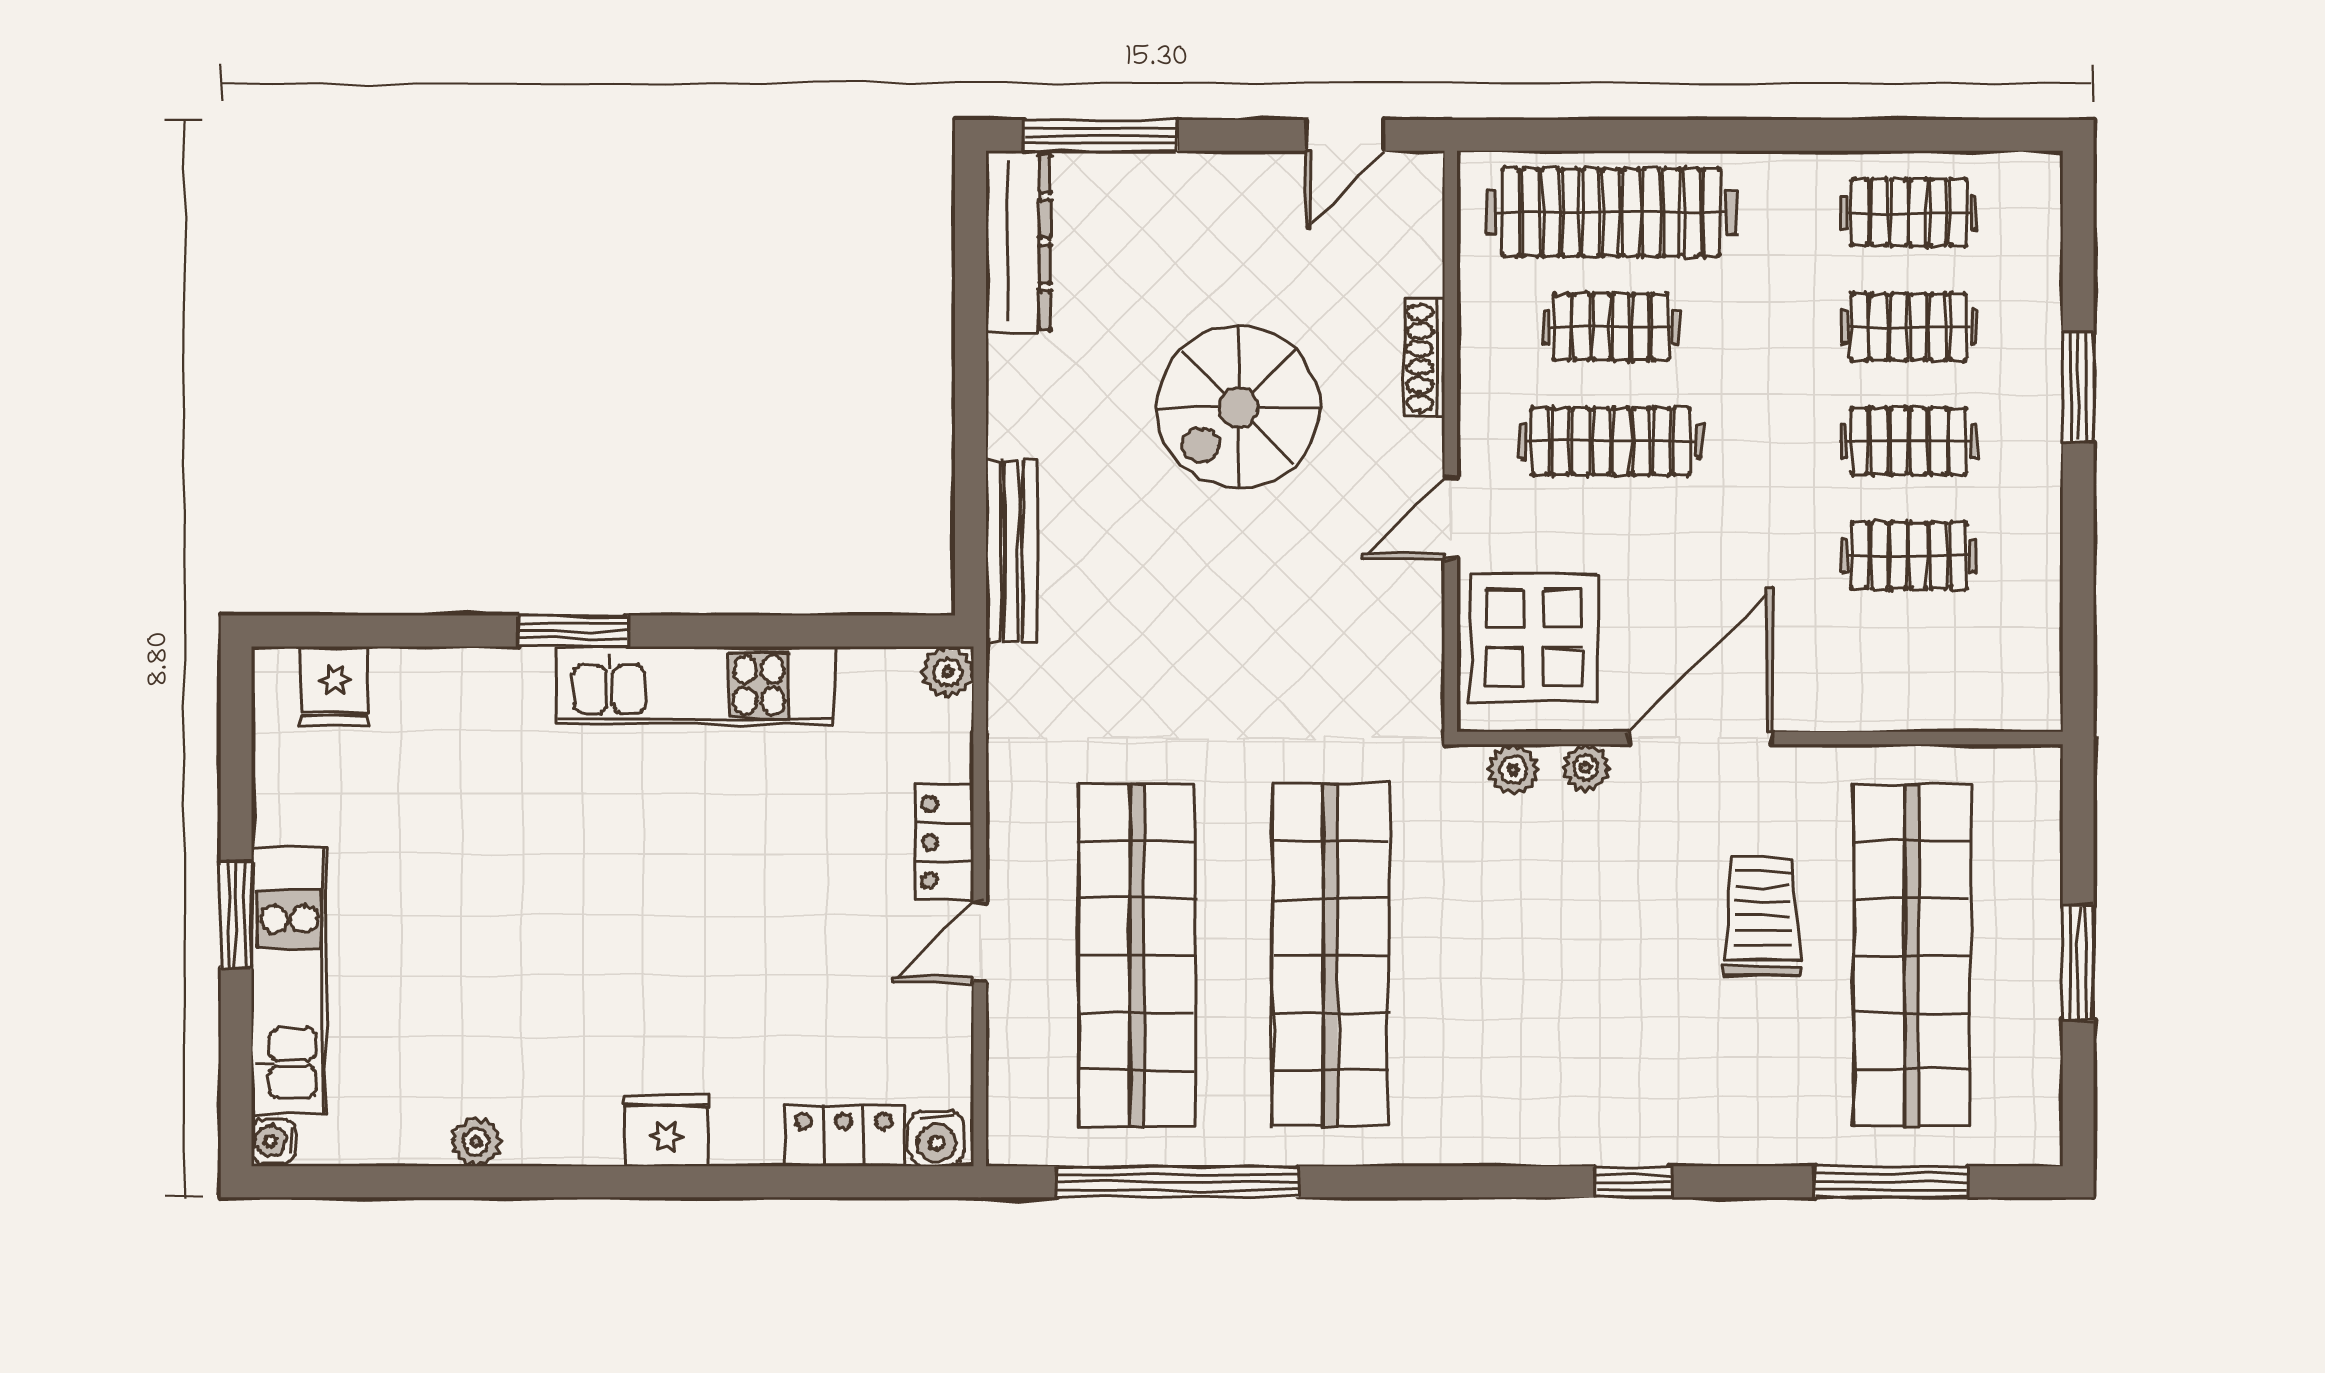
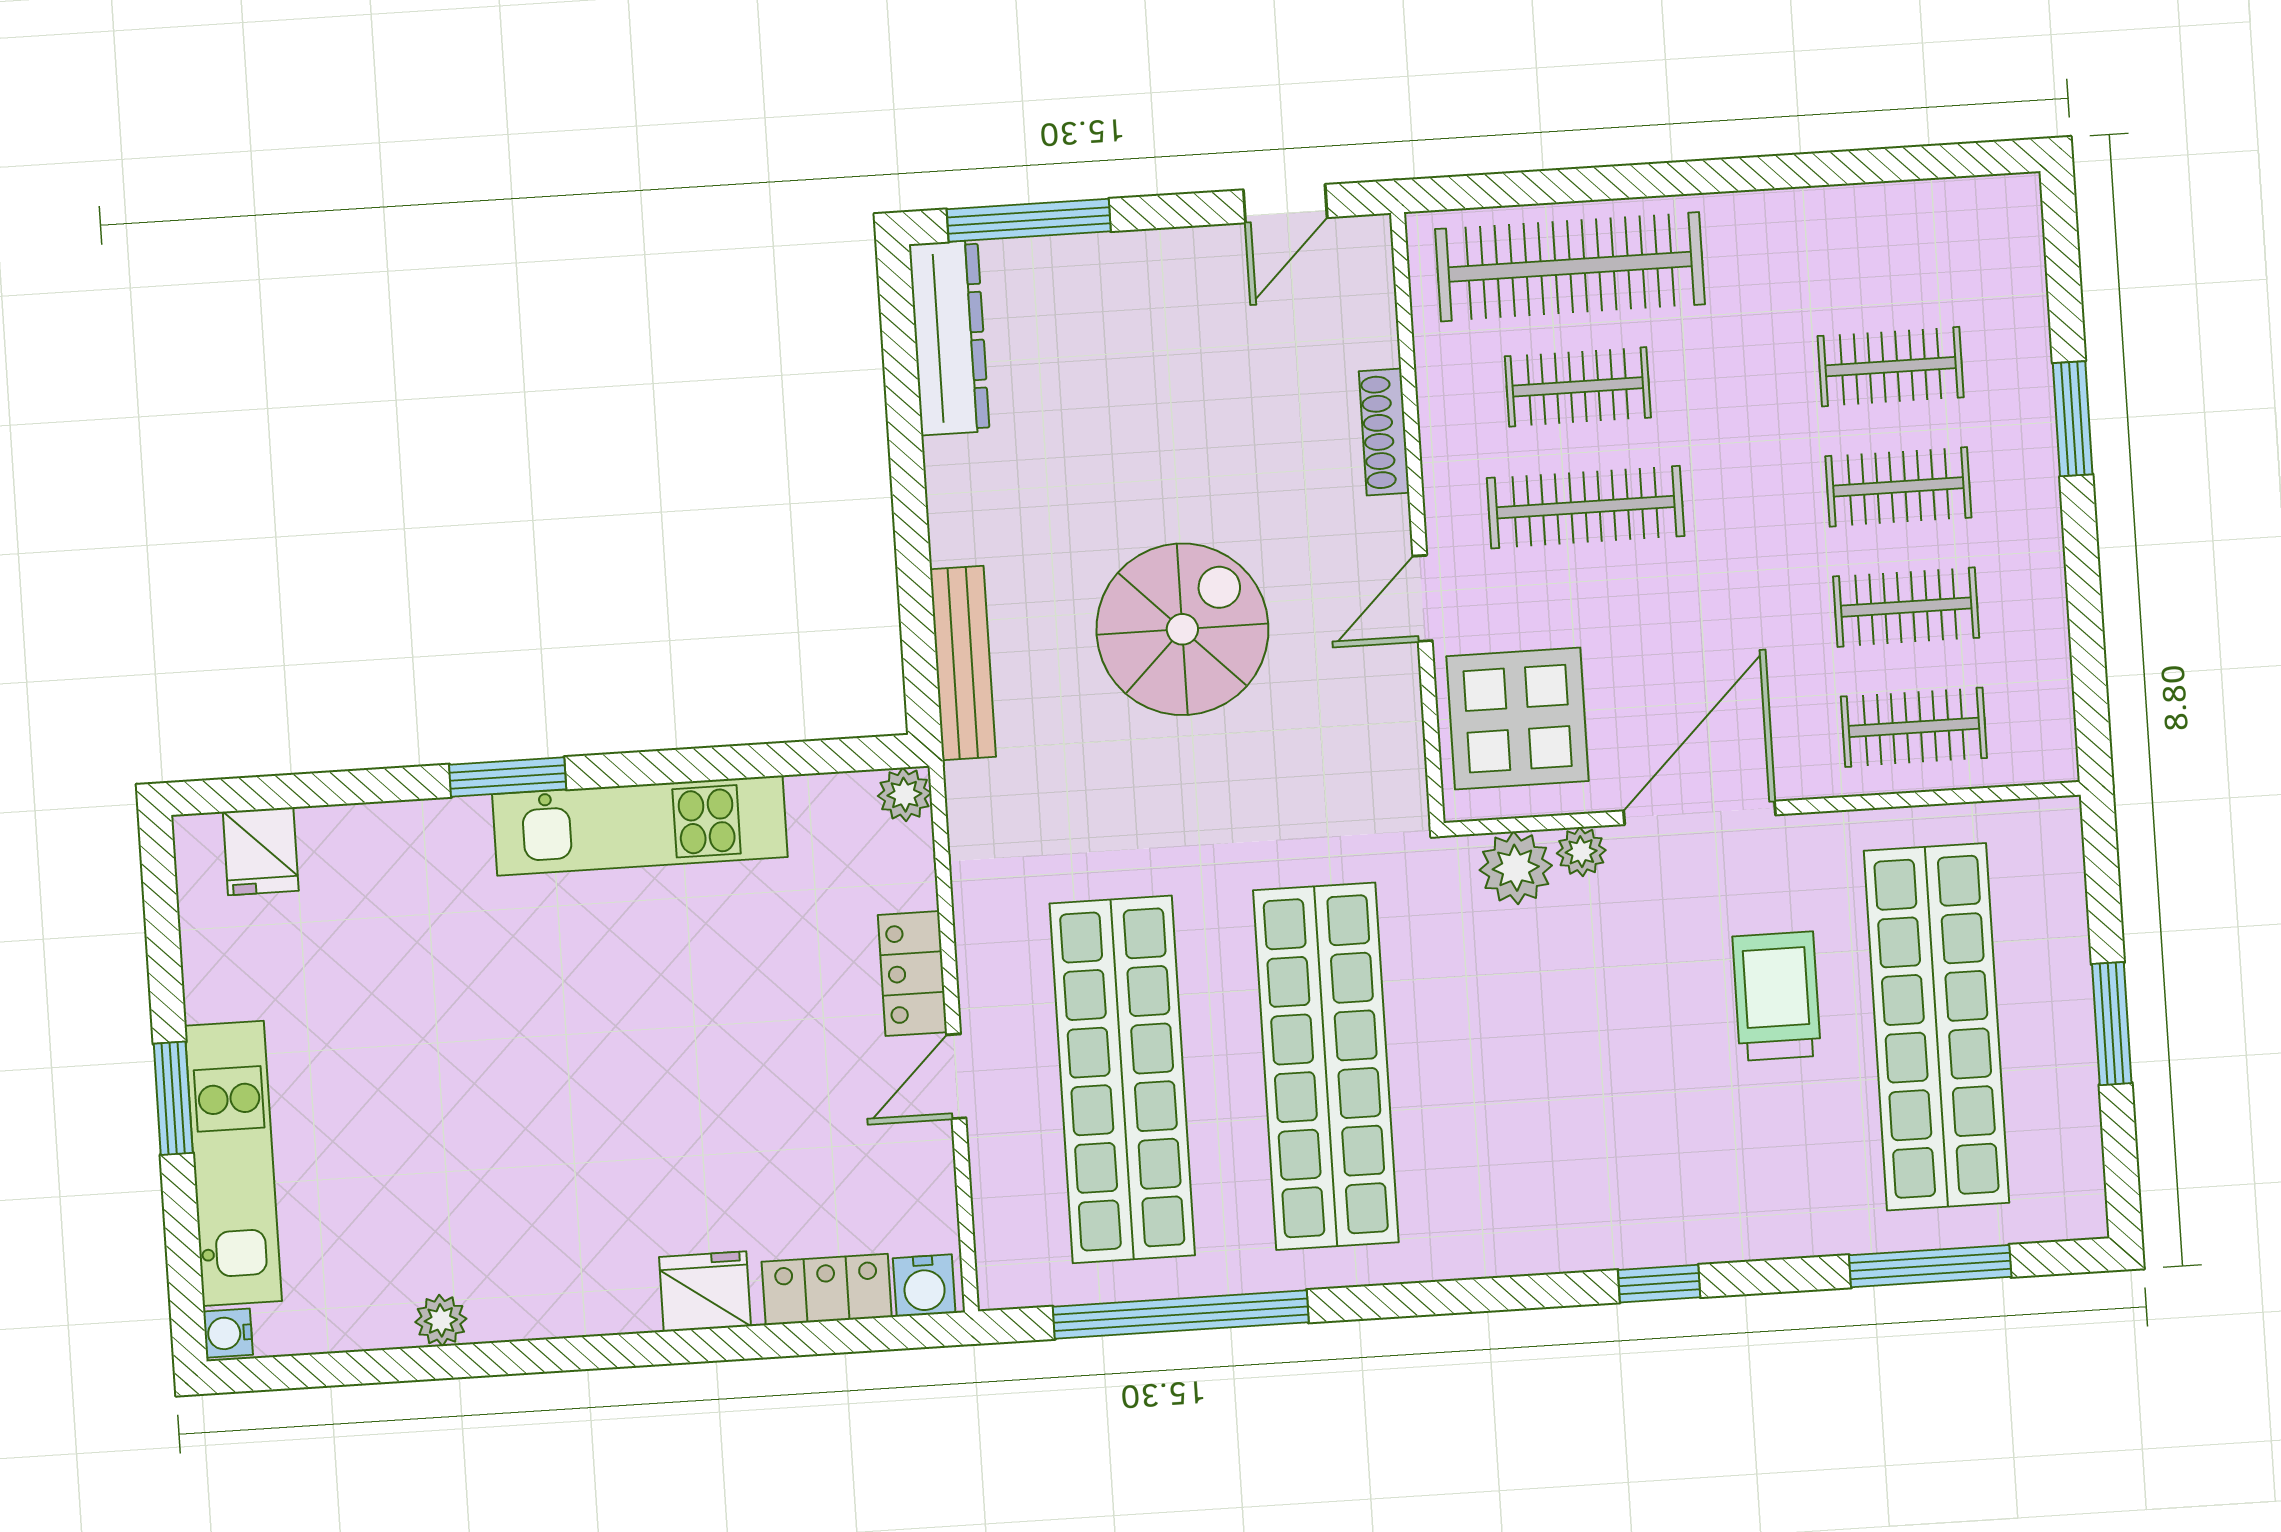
clothes rail: (1909, 212) -> (1914, 727), moved
spiral stairs: (1238, 407) -> (1182, 629), moved, turned 180
plant: (1513, 769) -> (1516, 868), width x1.38, depth x1.38
fridge: (667, 1131) -> (705, 1292), moved

